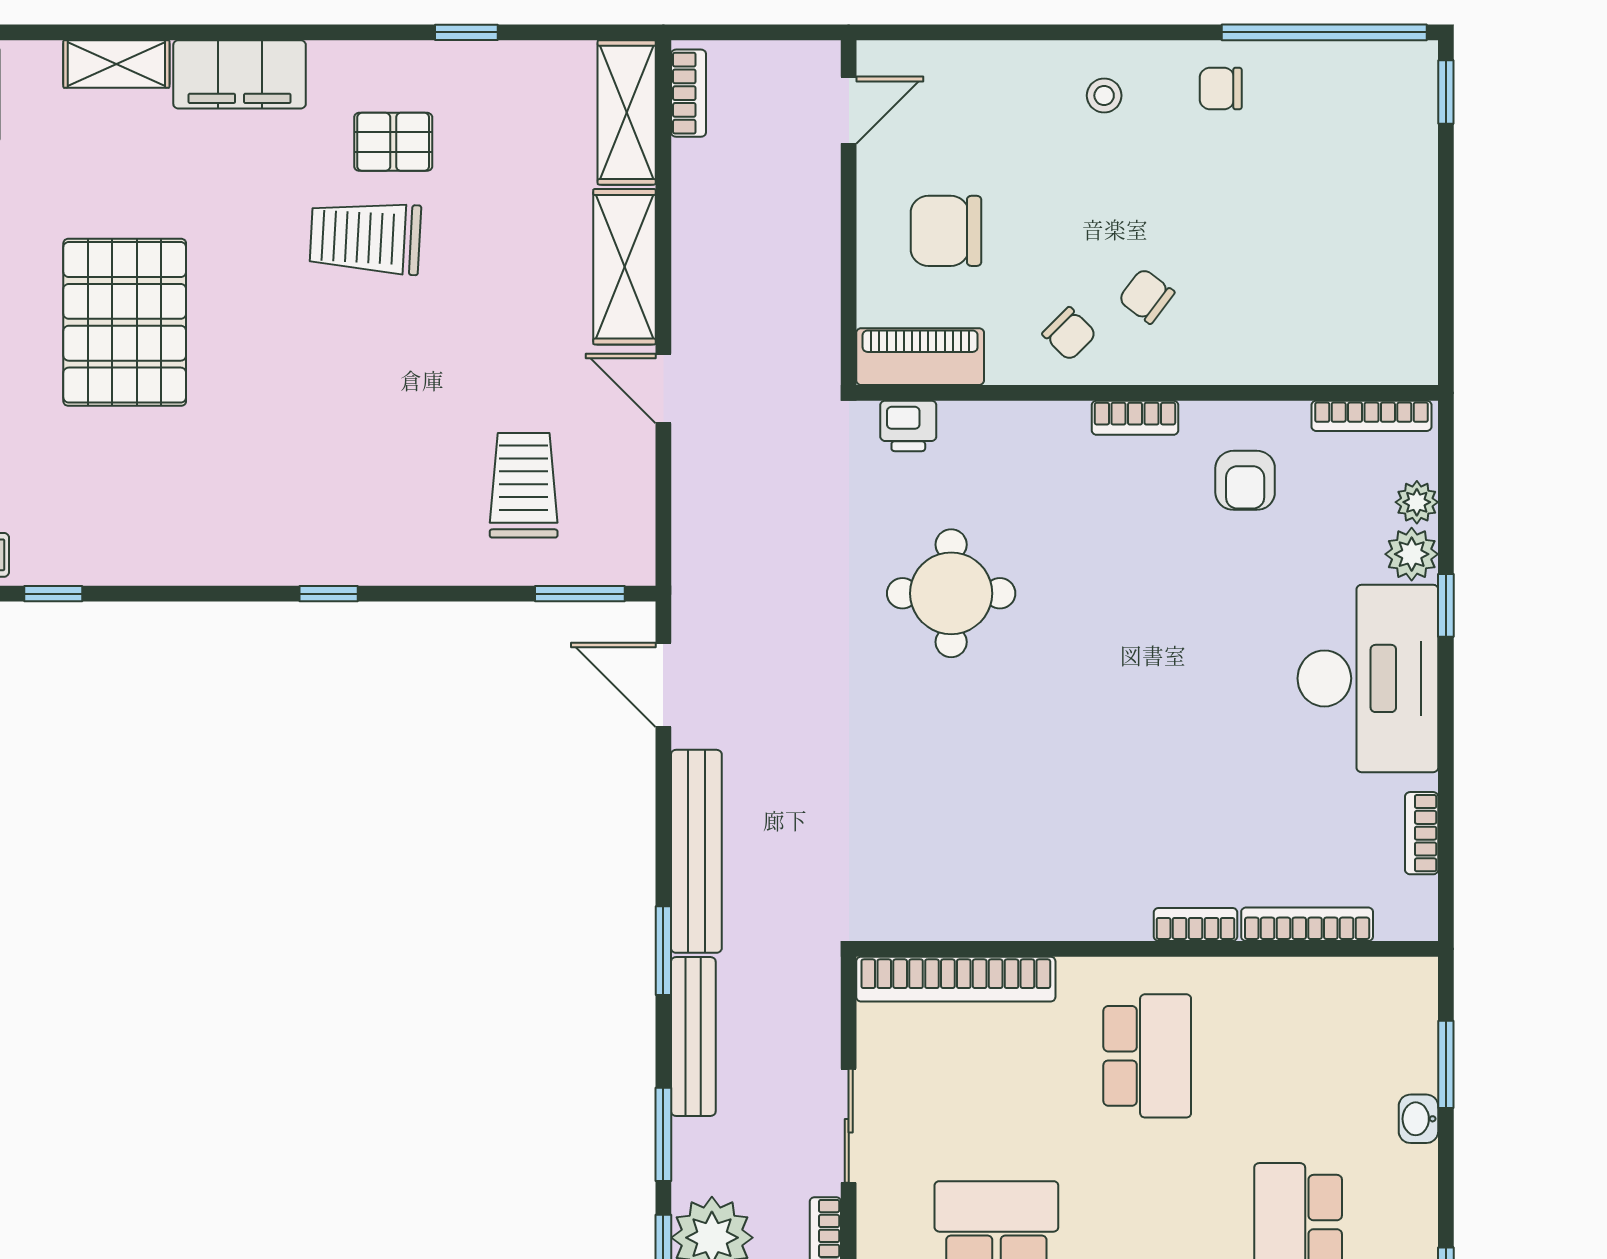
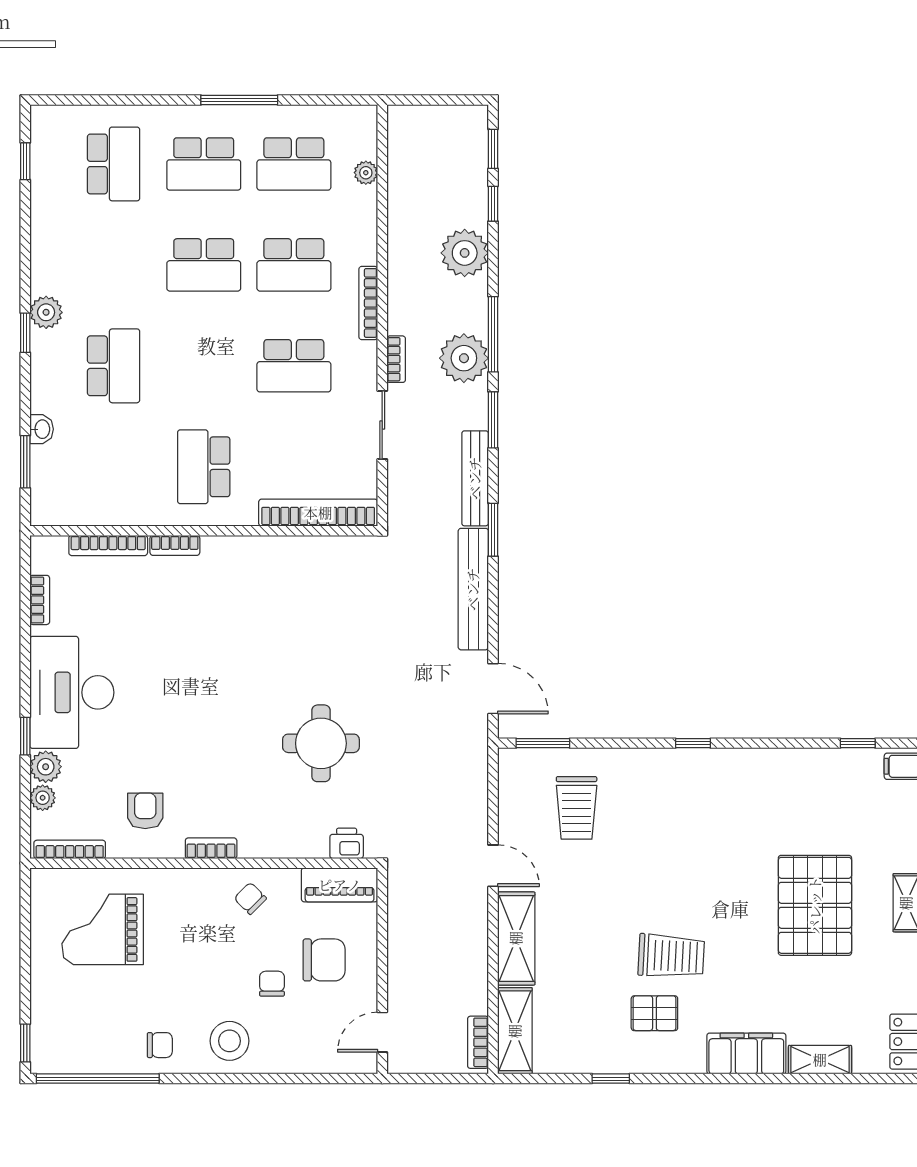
stool: (1104, 96) -> (230, 1041), width x1.89, depth x1.89
grand piano: (1316, 282) -> (103, 929), added
chair: (1146, 296) -> (272, 984), moved, turned -127

